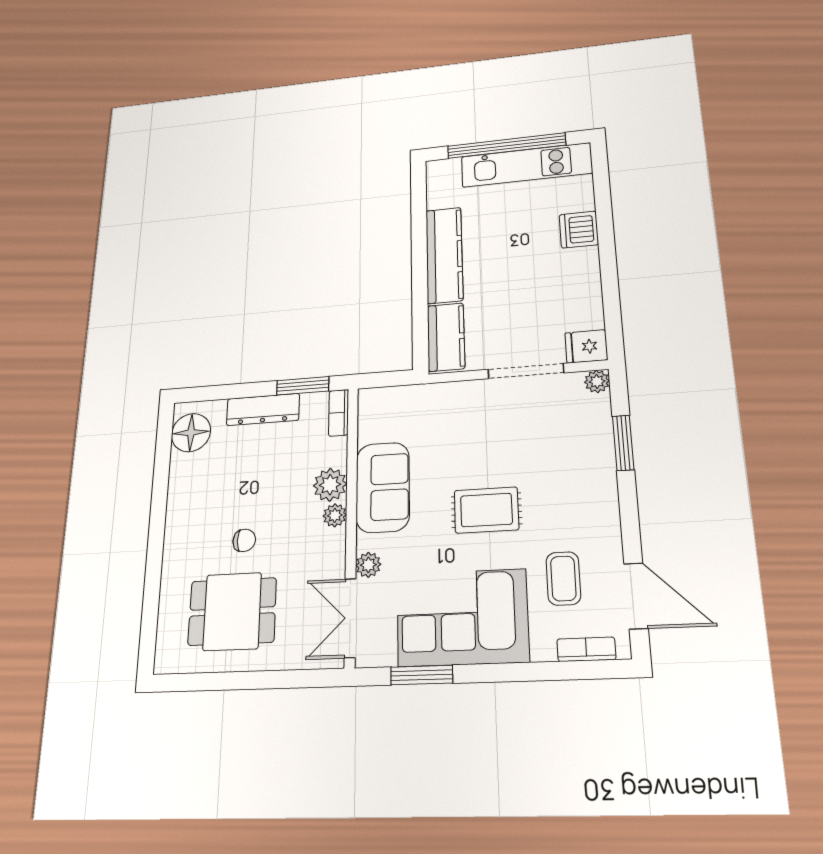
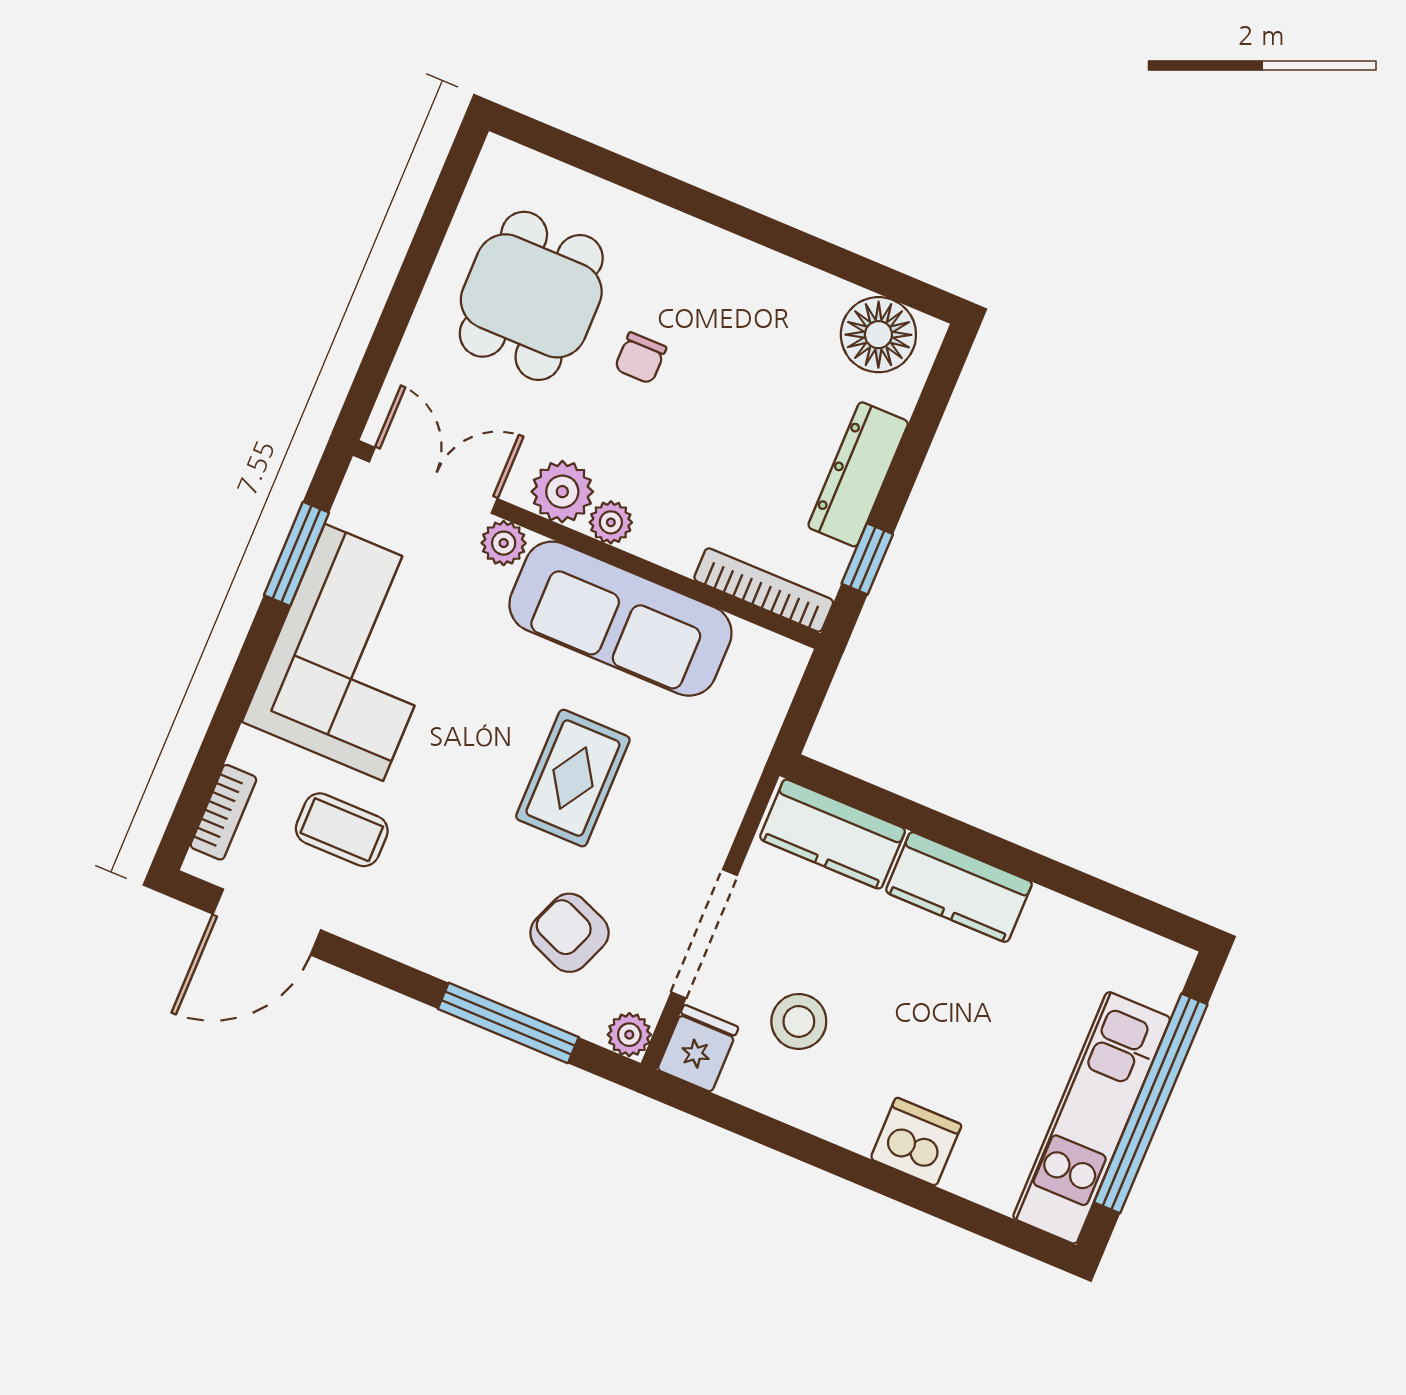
kitchen counter: (444, 255) -> (959, 887), width x0.67
stool: (547, 308) -> (799, 1021), added
window: (303, 386) -> (867, 559), width x0.67
bookcase: (339, 413) -> (764, 590), width x1.56
armchair: (559, 435) -> (569, 933), added
window: (623, 443) -> (508, 1023), width x1.44
plant: (330, 485) -> (562, 492), moved
sofa: (383, 487) -> (620, 619), width x1.36
rug: (486, 510) -> (573, 778), moved

